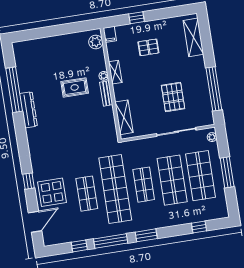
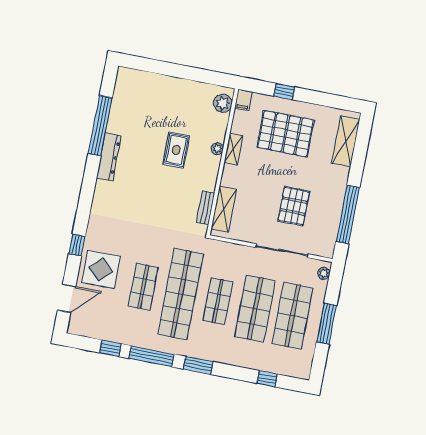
pallet: (148, 47) -> (285, 134), width x2.05, depth x2.00
rug: (75, 87) -> (176, 150), turned 90
bench: (106, 93) -> (206, 208), moved

